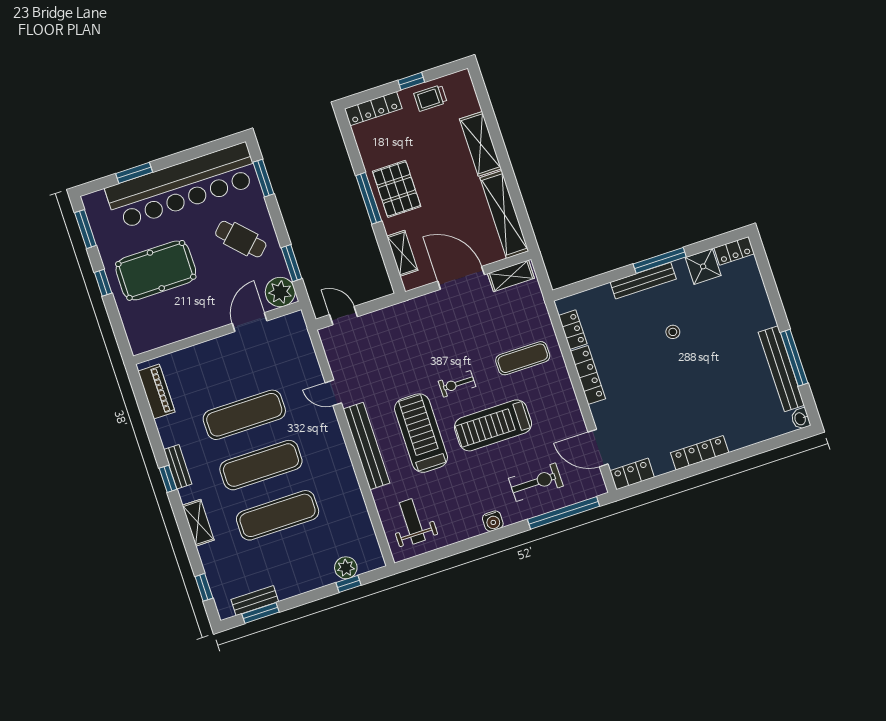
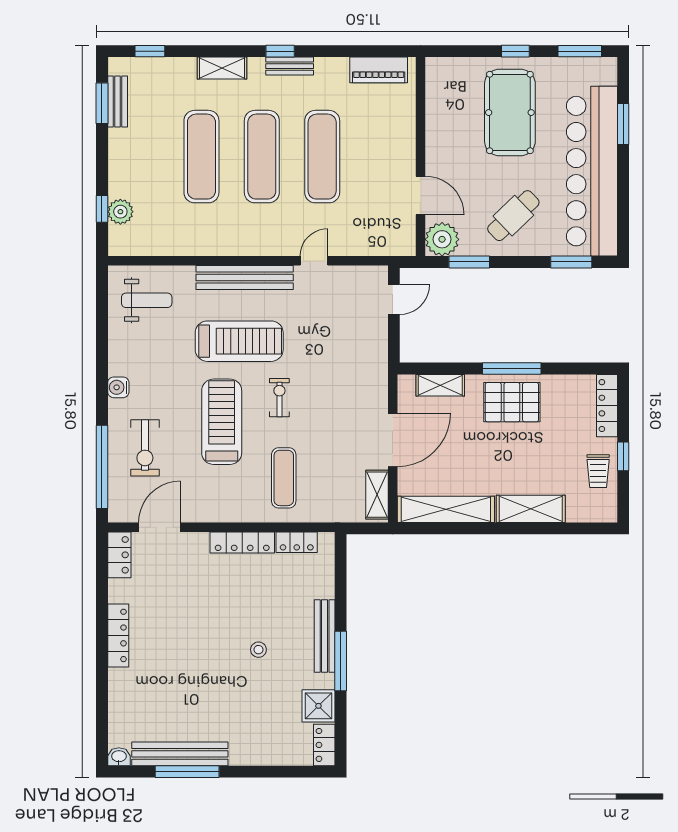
trolley: (430, 98) -> (598, 471), turned 180

